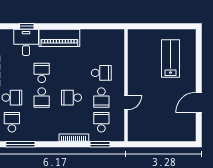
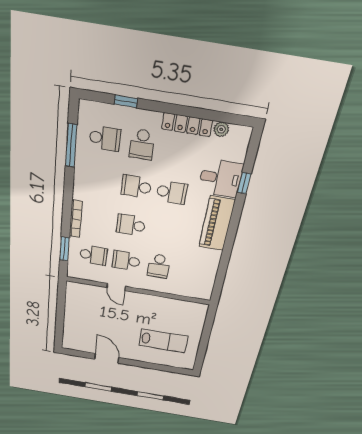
school desk: (72, 98) -> (131, 225), turned -90

